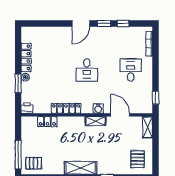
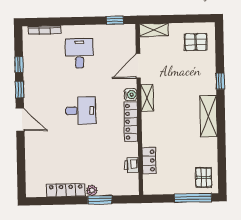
desk: (131, 70) -> (79, 53), turned 90
printer: (27, 108) -> (131, 165), moved
locker: (66, 108) -> (131, 122), moved

